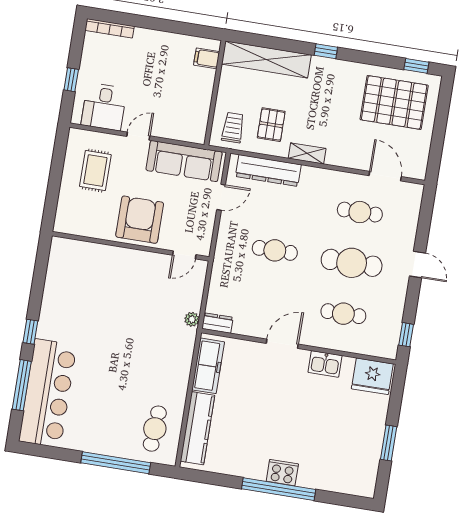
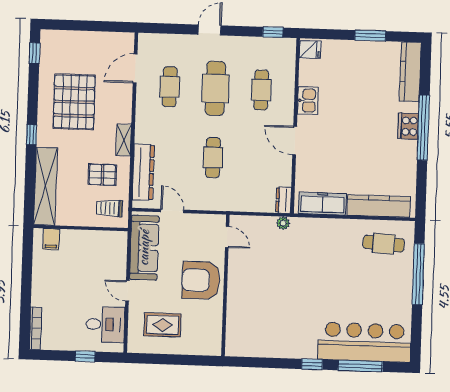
pallet: (394, 102) -> (74, 102), moved
fridge: (372, 376) -> (310, 50), width x0.53, depth x0.75
kitchen counter: (343, 482) -> (410, 72), added

